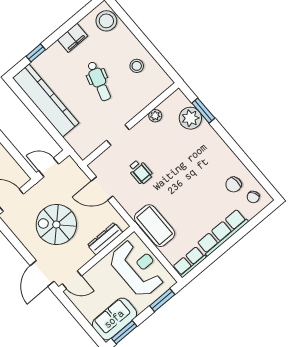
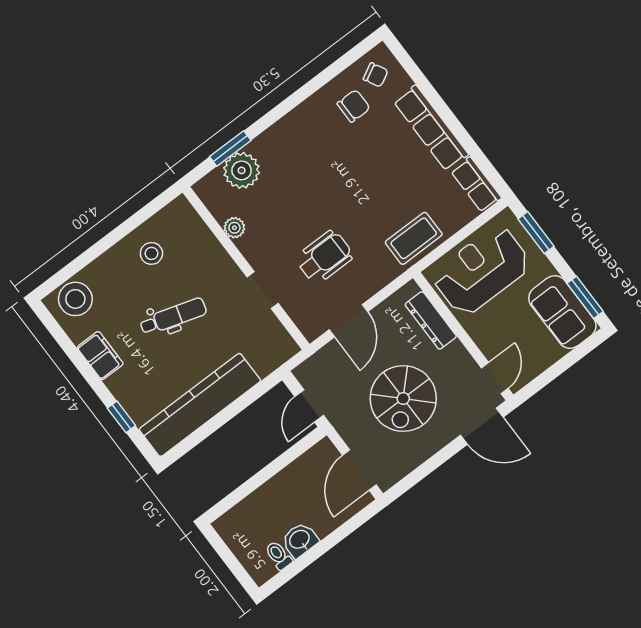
wheelchair: (140, 172) -> (324, 257), width x1.36, depth x1.37
chair: (234, 185) -> (354, 106), turned -85
coffee table: (155, 226) -> (414, 238), width x0.73, depth x0.76

